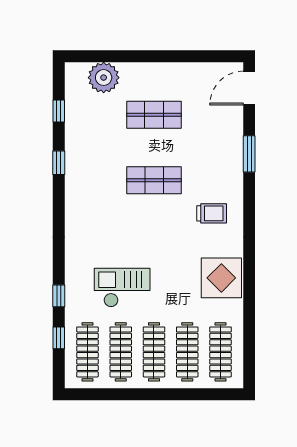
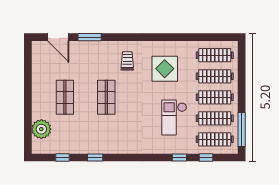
door: (249, 88) -> (58, 37), moved
display table: (221, 278) -> (165, 69), moved
window: (103, 394) -> (242, 129), added

